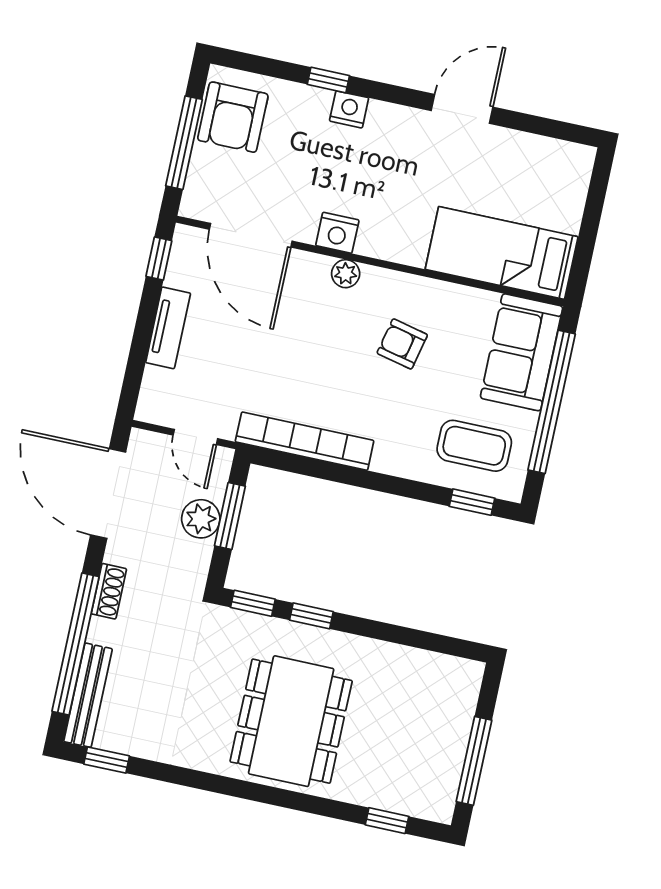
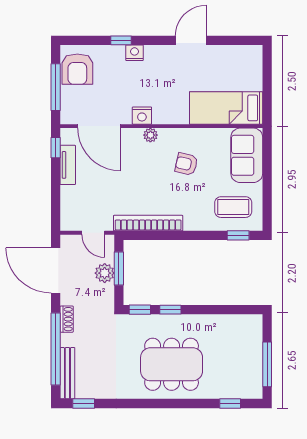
tv unit: (168, 328) -> (68, 165), moved
window: (552, 402) -> (267, 177), removed
dining table: (291, 721) -> (172, 364), turned 90

